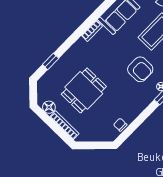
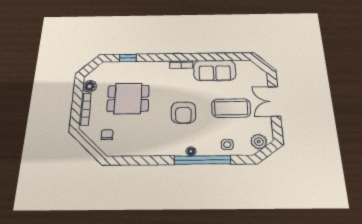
armchair: (140, 69) -> (183, 113), moved
chair: (120, 125) -> (107, 135), moved

